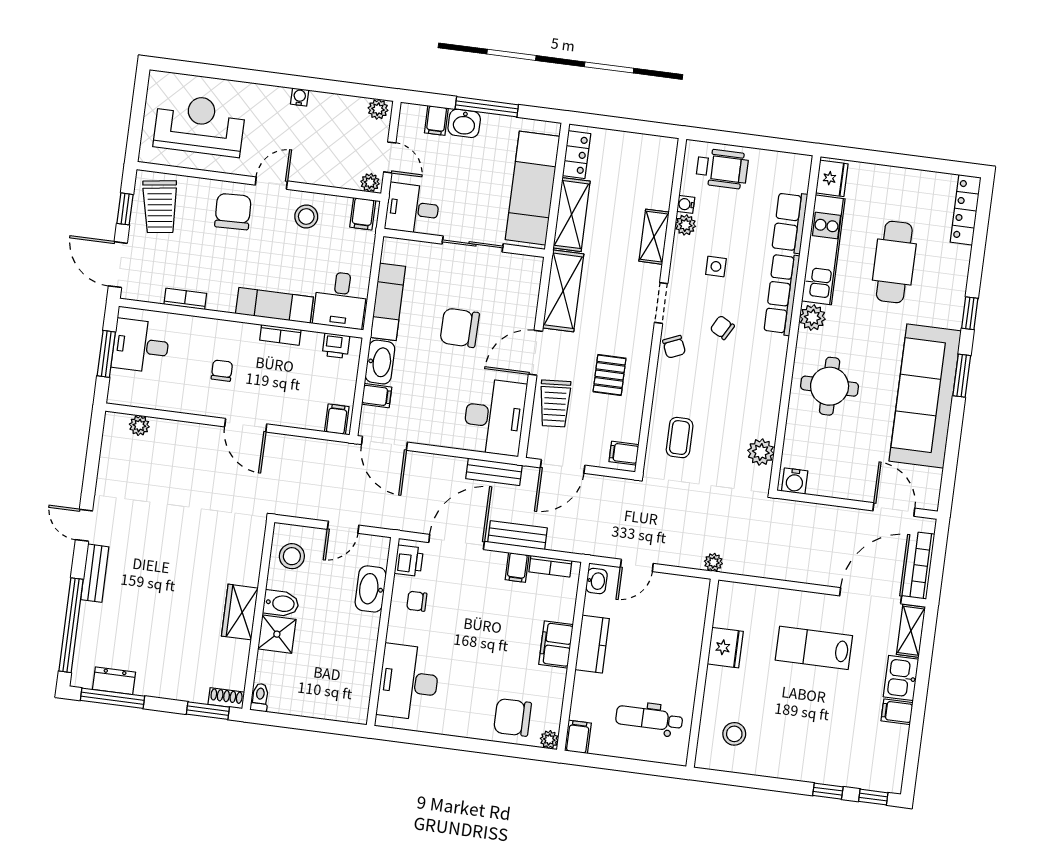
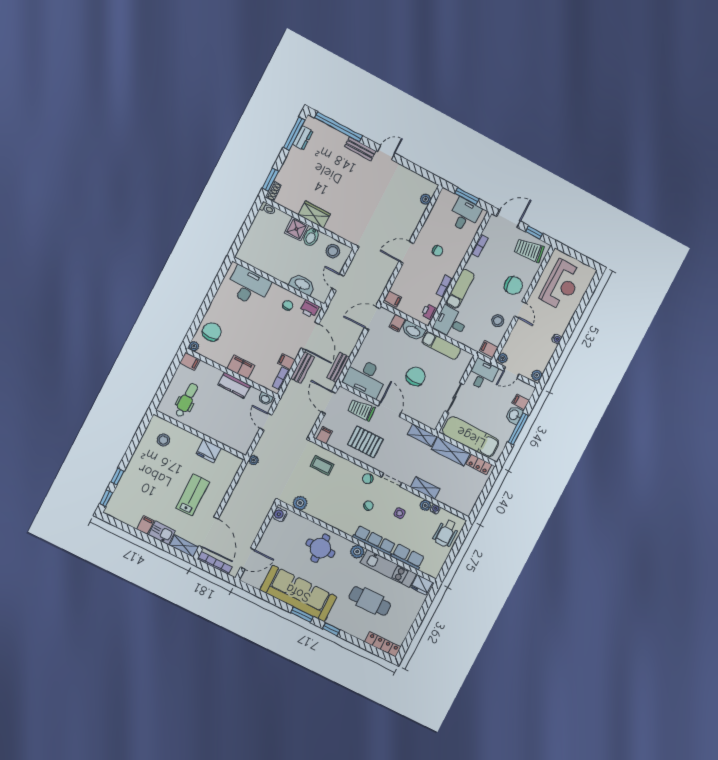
shelving: (563, 291) -> (422, 435), width x0.67, depth x0.75
pallet: (609, 375) -> (365, 442), width x1.50, depth x1.42

